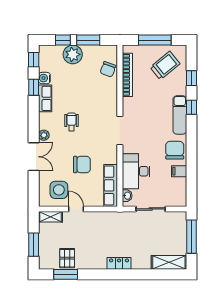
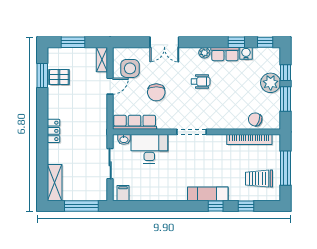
trolley: (165, 65) -> (259, 179), turned 129
plant: (44, 135) -> (204, 53), moved
chair: (175, 150) -> (171, 189), removed
filing cabinet: (179, 171) -> (123, 193), moved

